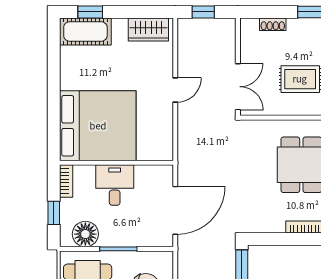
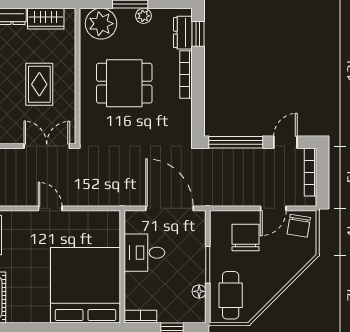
desk: (115, 185) -> (144, 253), moved
floor lamp: (85, 234) -> (199, 291), width x0.53, depth x0.53

